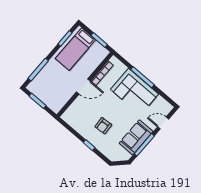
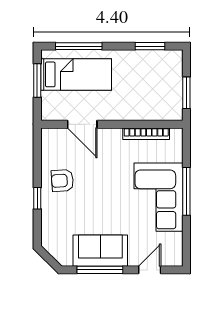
bed: (75, 49) -> (76, 74), moved, turned 180
door: (83, 86) -> (82, 124), moved
door: (163, 123) -> (150, 270), hinge flipped
armchair: (103, 126) -> (62, 181), moved

